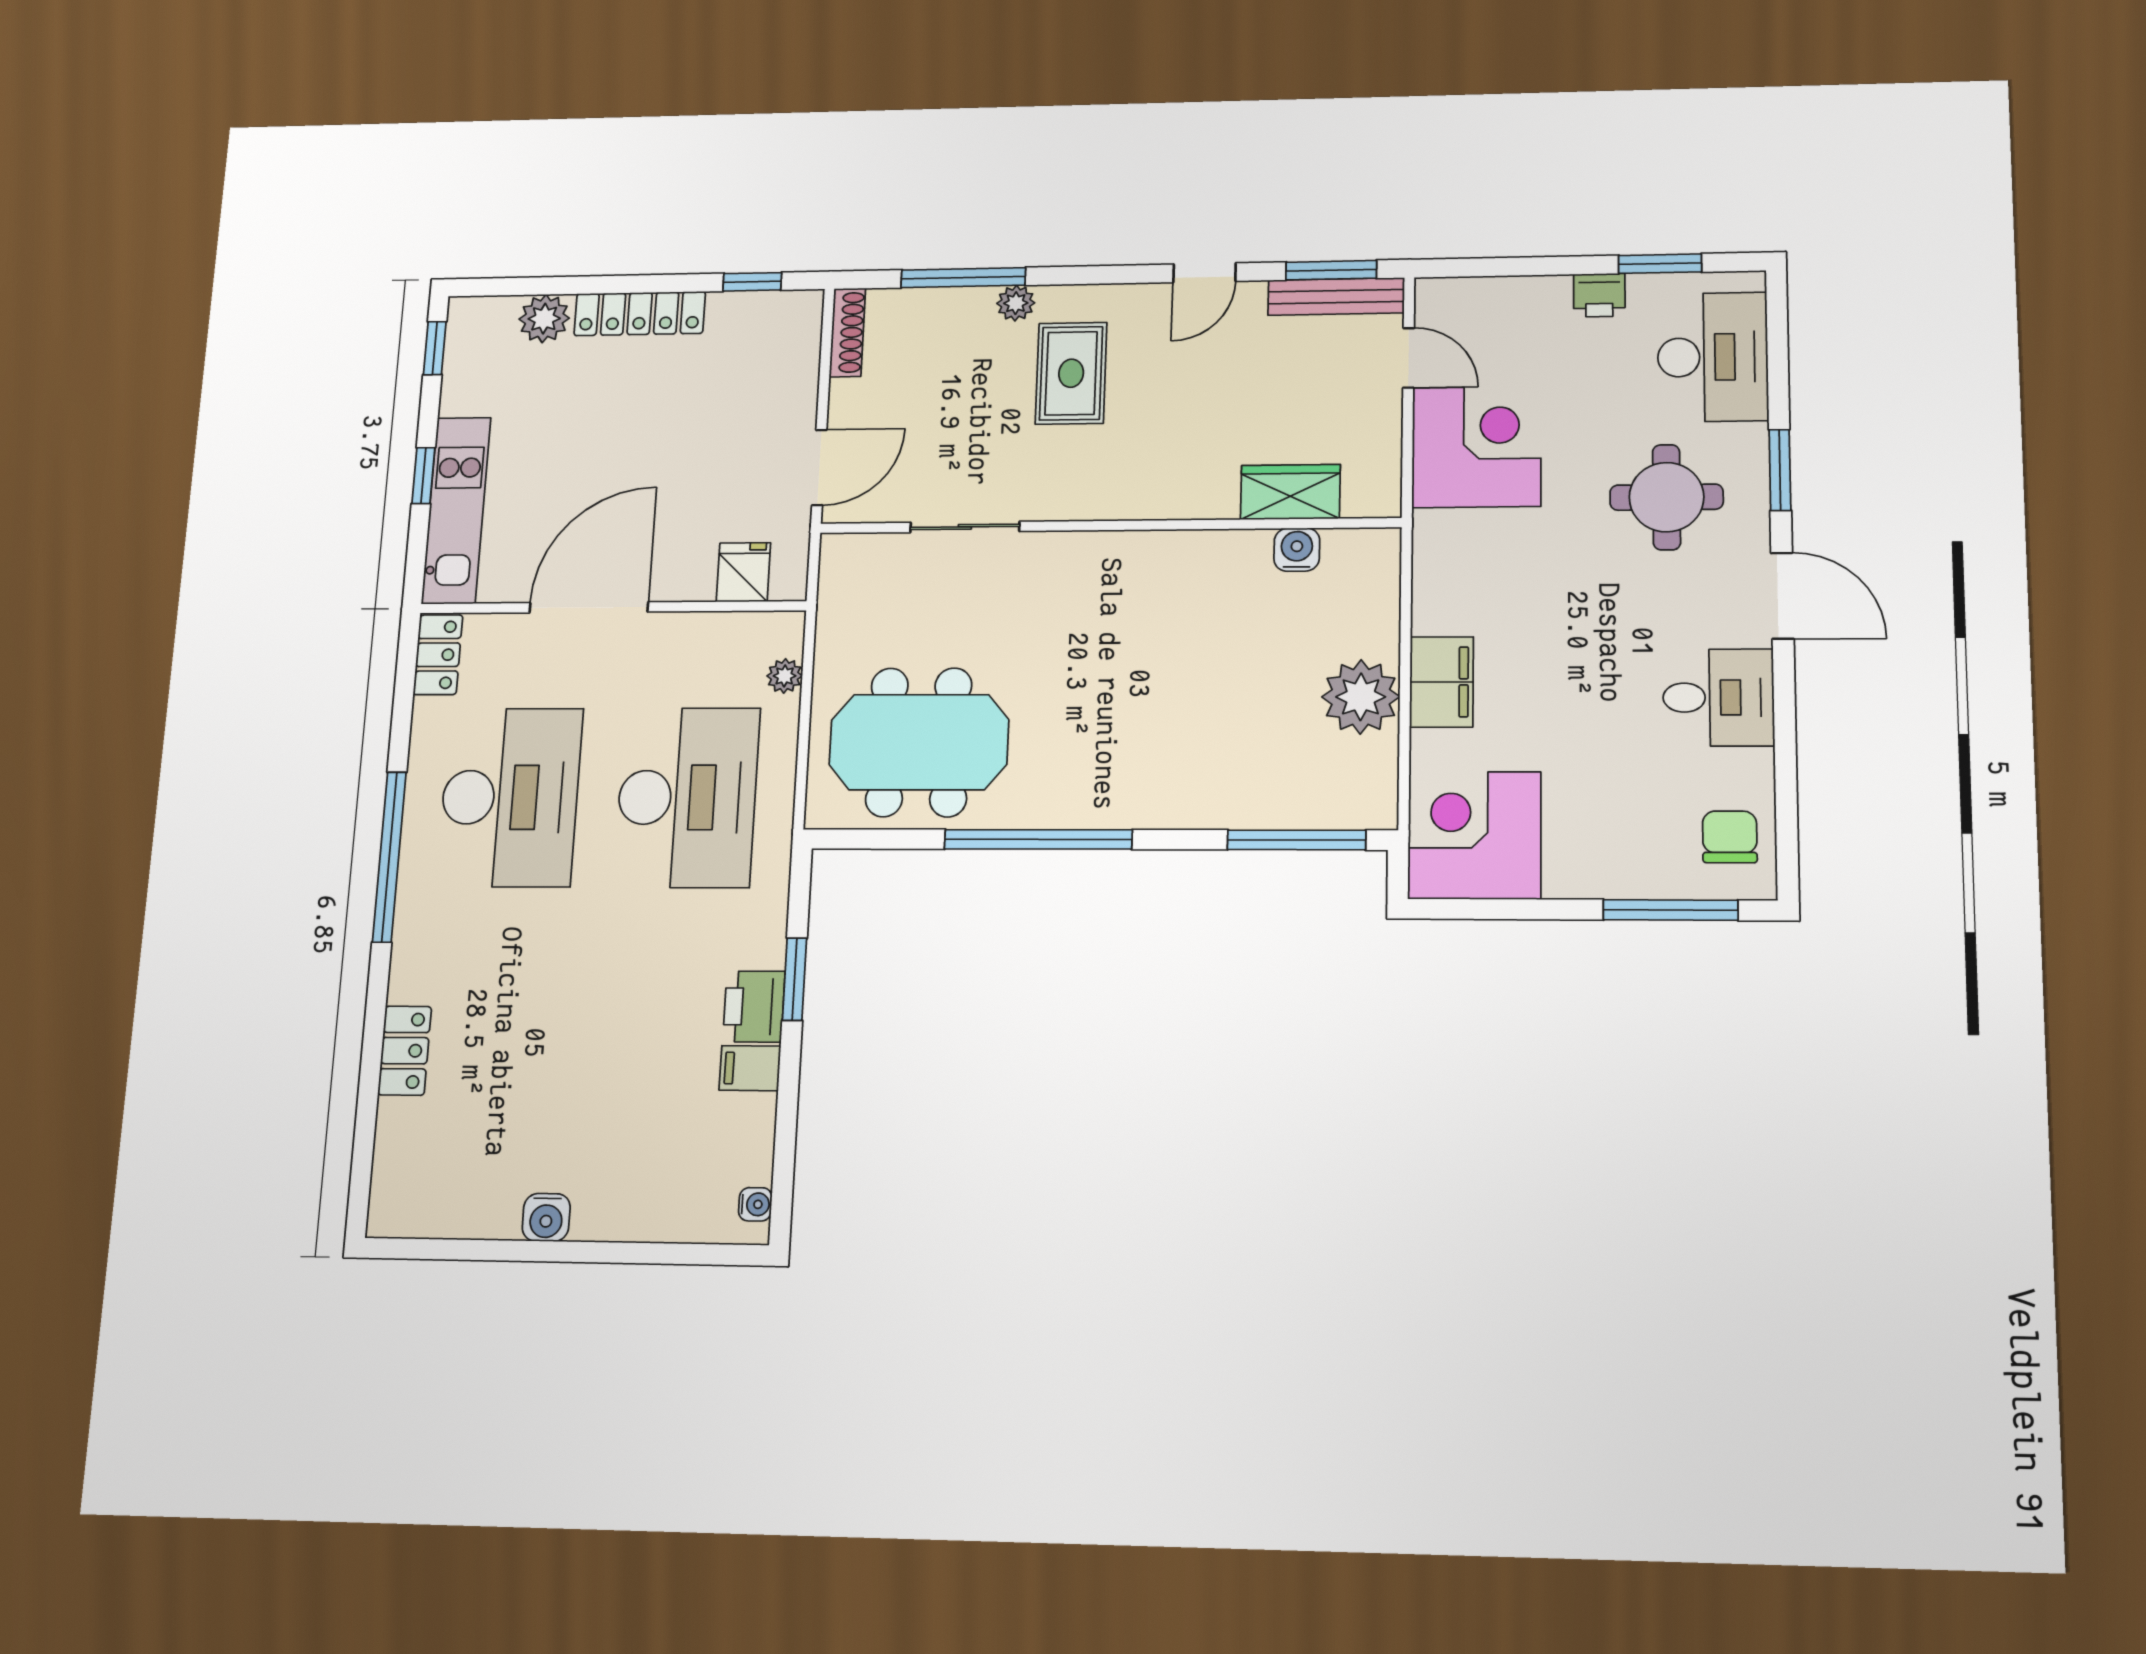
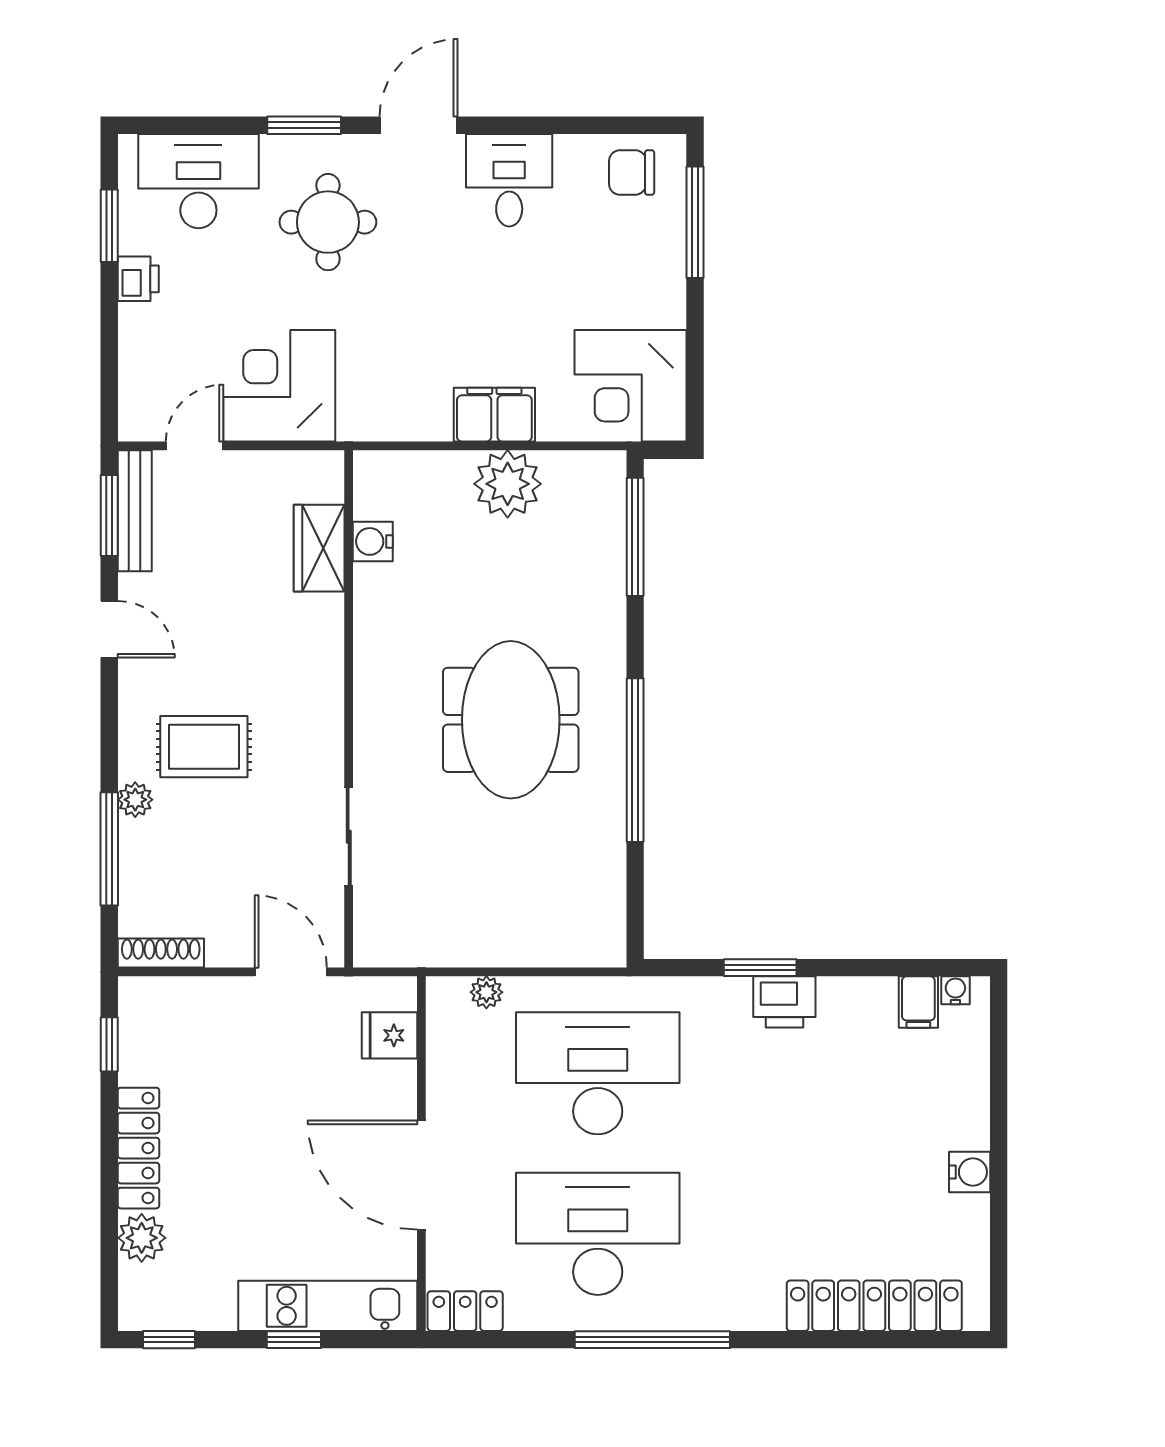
meeting table: (919, 742) -> (511, 720), moved
locker: (405, 1051) -> (874, 1306), width x2.16, depth x1.21
filing cabinet: (750, 1068) -> (918, 1002), moved

